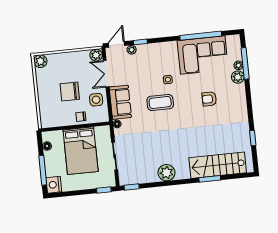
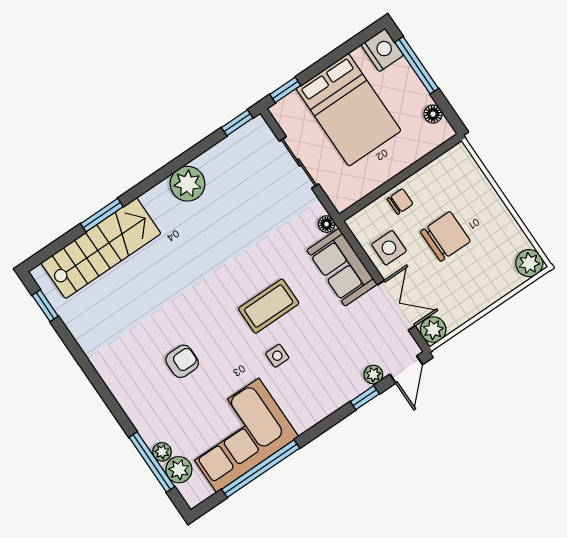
plant: (238, 77) -> (179, 470), moved
window: (253, 138) -> (45, 306), moved
bed: (81, 151) -> (349, 110), moved, turned 180

